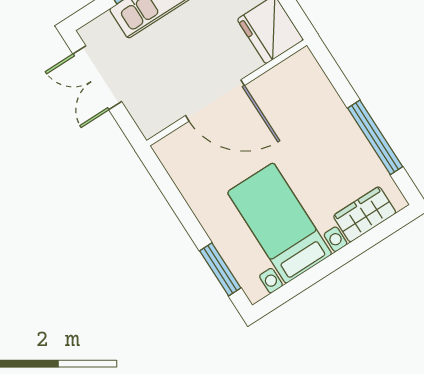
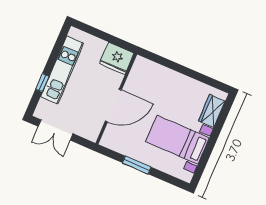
window: (375, 137) -> (194, 75), removed
window: (220, 269) -> (137, 165), moved

